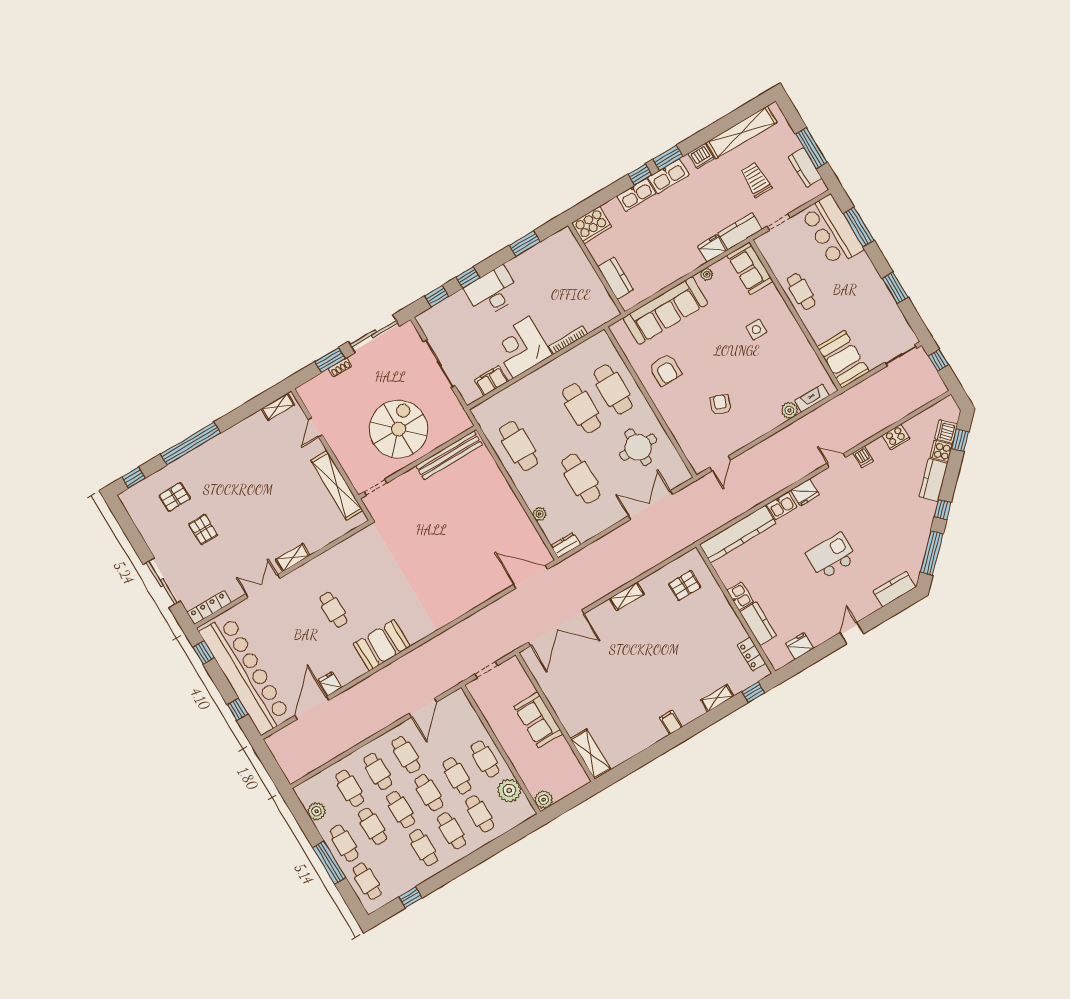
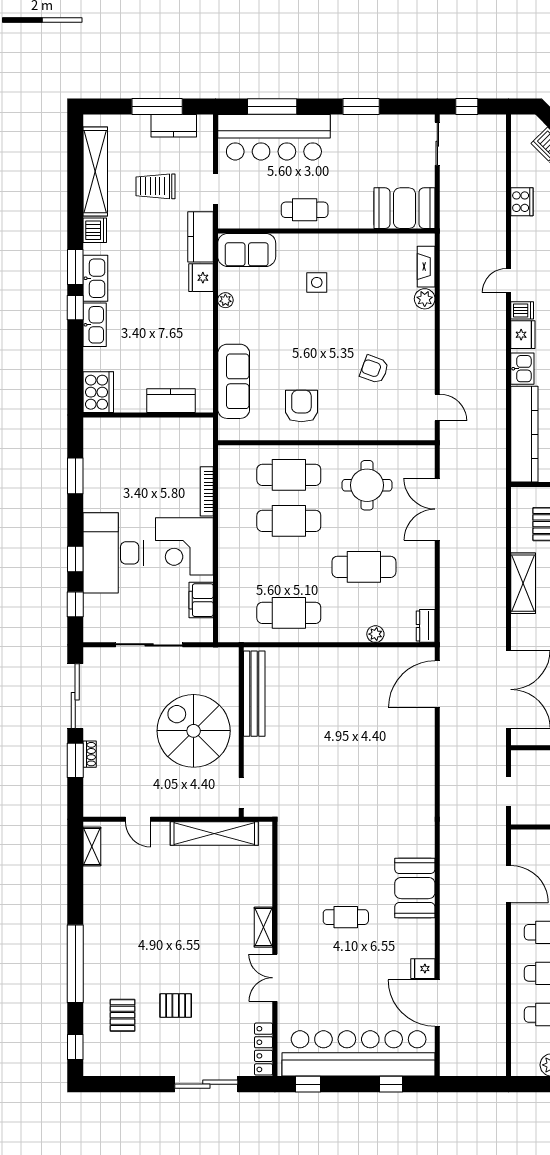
bar counter: (832, 231) -> (274, 137), width x1.36
desk: (492, 292) -> (113, 553), width x1.36, depth x1.30
sofa: (665, 311) -> (234, 381), width x0.74, depth x0.79
armchair: (665, 370) -> (301, 406), turned -90
dishwasher: (863, 457) -> (522, 310), moved
shelving: (627, 596) -> (523, 583), width x1.50, depth x1.33

